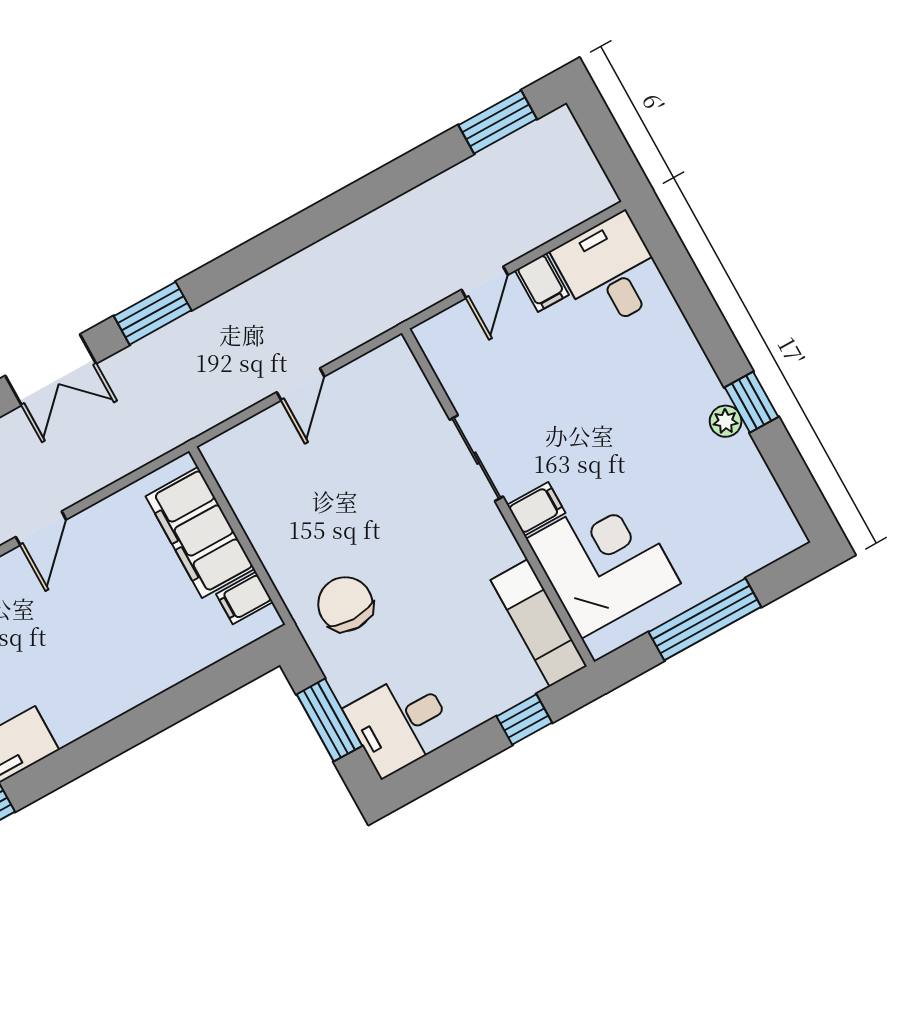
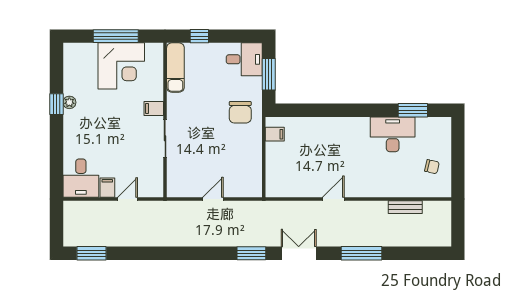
filing cabinet: (200, 533) -> (278, 166), removed
corner desk: (603, 561) -> (121, 66), moved, turned -90

